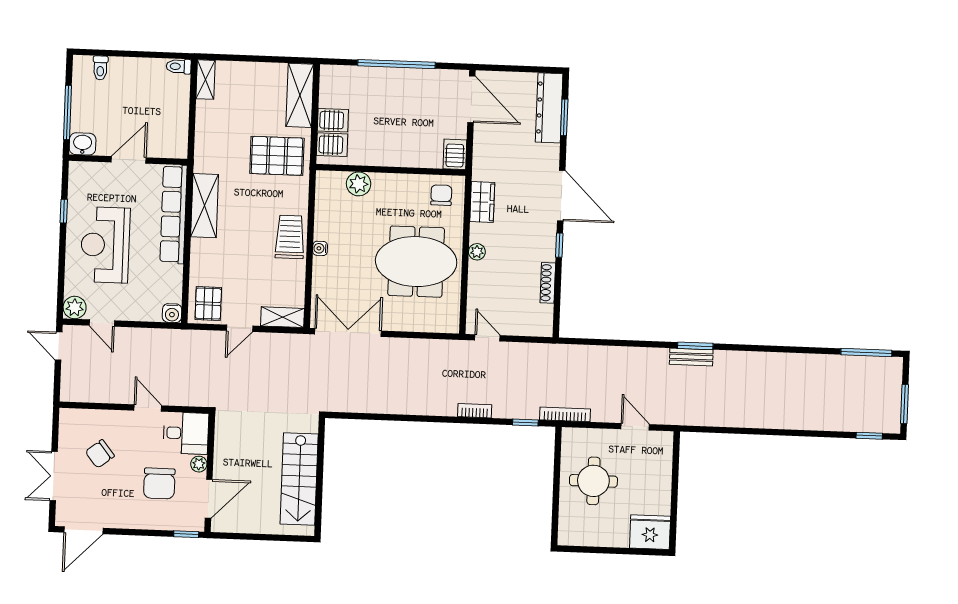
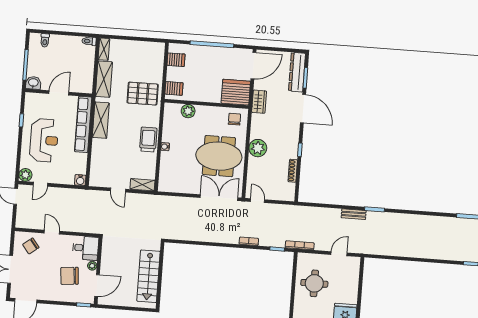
shelving: (300, 95) -> (104, 79), moved
door: (471, 99) -> (253, 66), hinge flipped
server rack: (333, 120) -> (176, 60), moved
server rack: (455, 154) -> (236, 92), width x2.18, depth x1.44
door: (561, 196) -> (303, 109), moved
wardrobe: (482, 202) -> (259, 102), moved
reception desk: (105, 245) -> (44, 140), turned 180
plant: (477, 252) -> (258, 148), width x1.87, depth x1.87
pallet: (208, 304) -> (101, 175), removed
door: (102, 323) -> (40, 184), hinge flipped
door: (240, 328) -> (118, 190), hinge flipped
double door: (348, 332) -> (219, 198), moved
bench: (691, 357) -> (354, 214), moved
door: (148, 408) -> (52, 232), moved
door: (635, 427) -> (339, 254), hinge flipped
chair: (100, 454) -> (31, 246), moved
chair: (159, 483) -> (70, 276), turned 85

